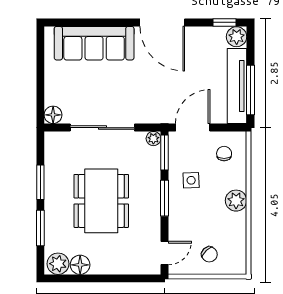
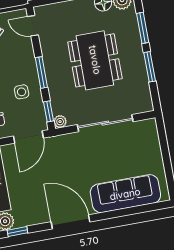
floor lamp: (53, 115) -> (149, 126), removed
window: (165, 153) -> (48, 111), width x0.67
door: (165, 253) -> (33, 26), hinge flipped

